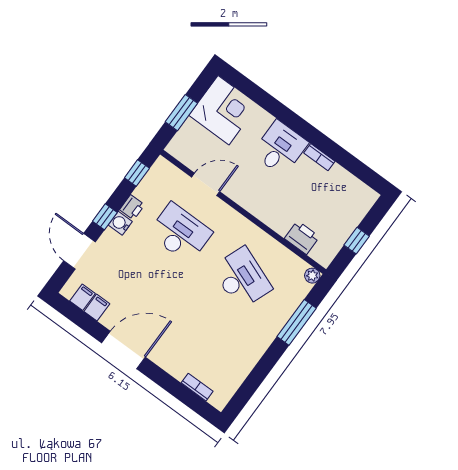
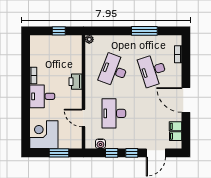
window: (137, 173) -> (112, 153), moved
printer: (132, 207) -> (118, 144), removed
water cooler: (120, 223) -> (100, 144), moved
printer: (302, 238) -> (75, 82), moved
window: (297, 322) -> (144, 31), moved
desk: (201, 334) -> (153, 70), added

